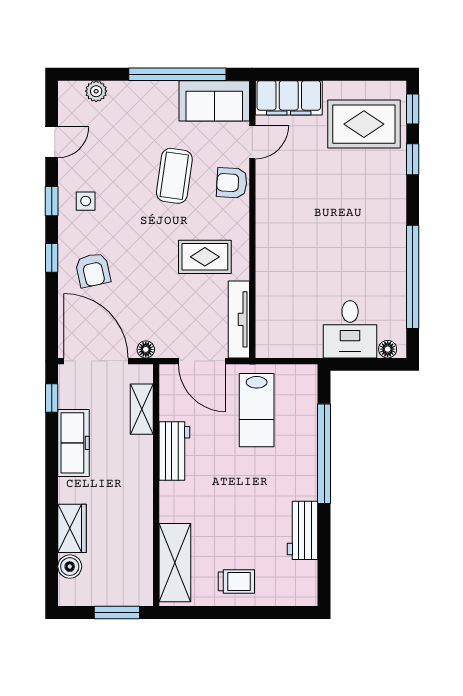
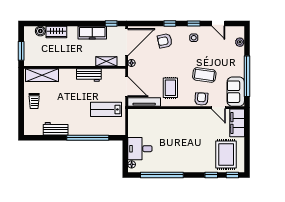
door: (202, 361) -> (127, 87), swing flipped

